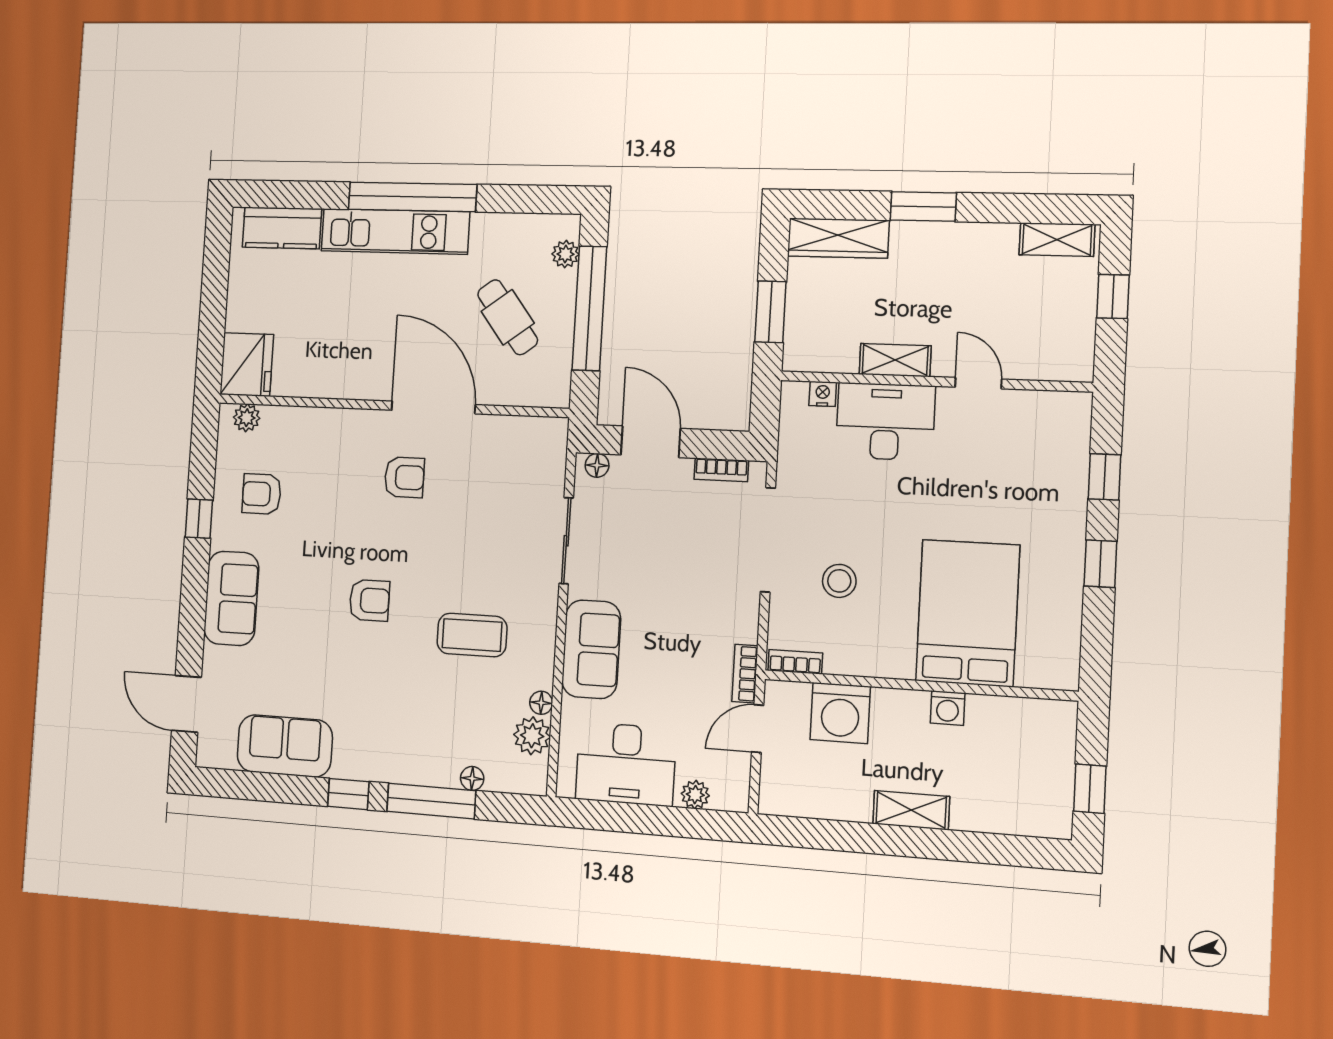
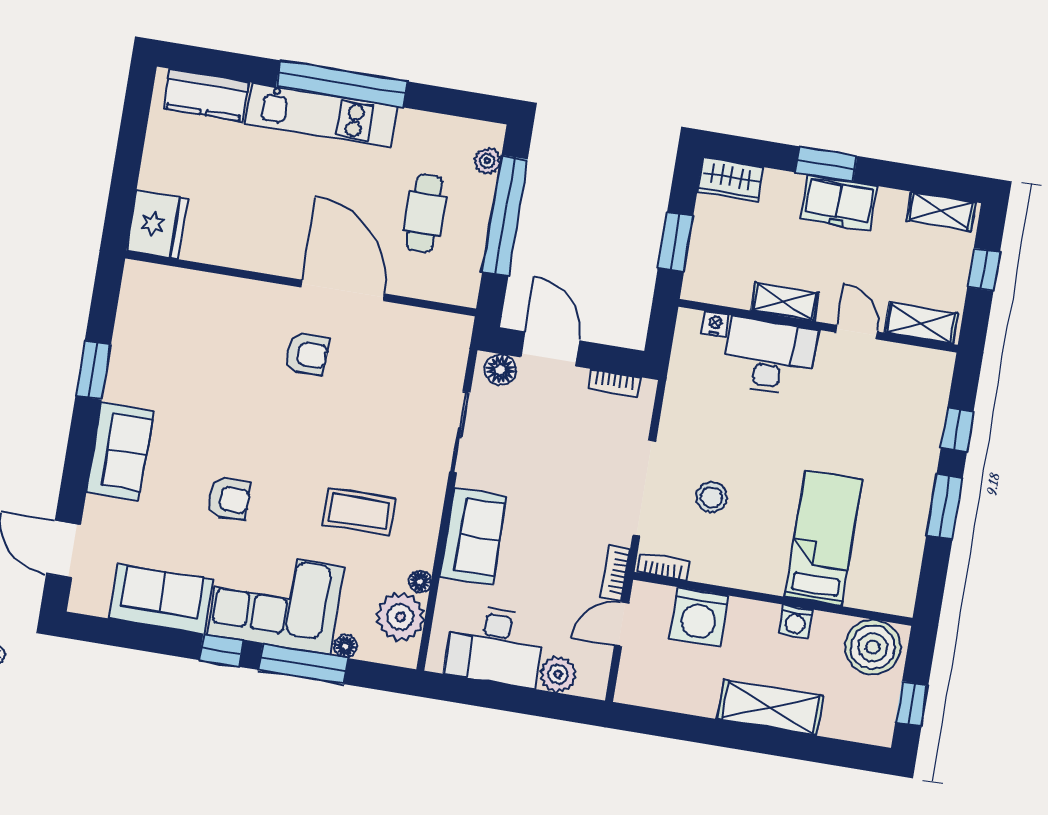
wardrobe: (838, 238) -> (730, 180), width x0.67
freezer: (942, 246) -> (839, 202), added
cafe table: (508, 317) -> (425, 213), turned 37
shelving: (1049, 364) -> (921, 323), added
plant: (247, 418) -> (152, 277), removed
floor lamp: (597, 465) -> (500, 370), width x1.37, depth x1.37
armchair: (262, 494) -> (160, 353), removed
window: (199, 519) -> (93, 370), width x1.50
doorway: (768, 540) -> (644, 488), moved
window: (1100, 564) -> (944, 507), width x1.50
armchair: (369, 600) -> (229, 499), moved
bed: (968, 613) -> (823, 538), width x0.67
boiler: (1038, 729) -> (873, 647), added
plant: (532, 736) -> (400, 617), width x1.36, depth x1.36
corner sofa: (397, 737) -> (275, 601), added
plant: (695, 795) -> (558, 674), width x1.38, depth x1.38
shelving: (911, 810) -> (770, 708), width x1.50, depth x1.33

